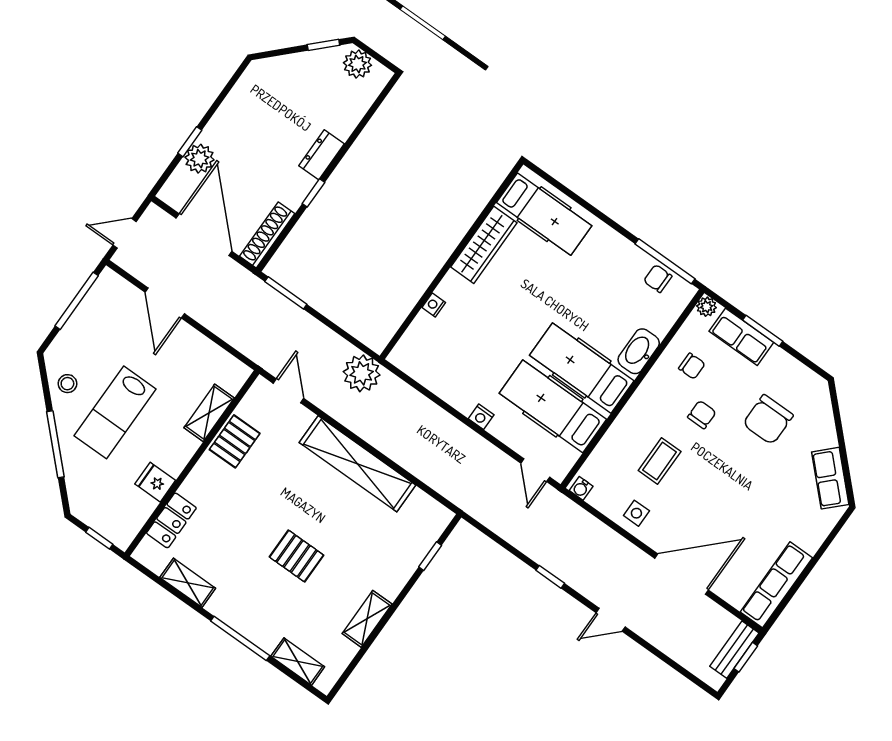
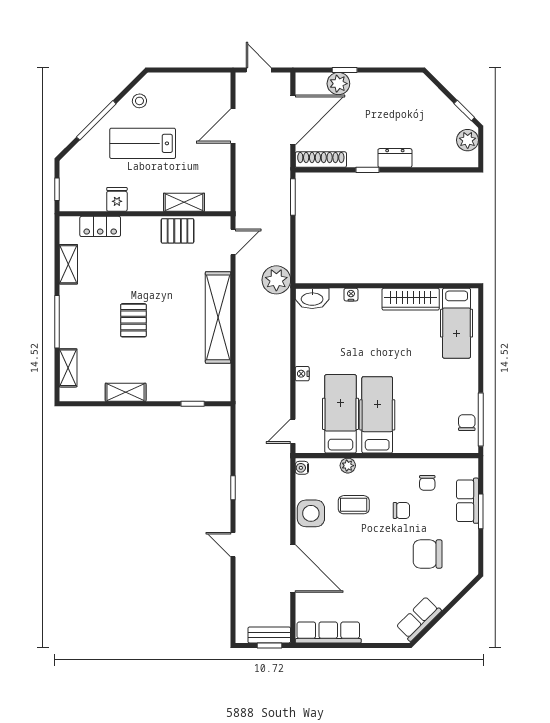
window: (77, 301) -> (195, 70), removed
plant: (707, 307) -> (348, 466), moved
washbasin: (639, 351) -> (312, 298), moved, turned 180
side table: (636, 513) -> (311, 513), width x1.87, depth x1.87

